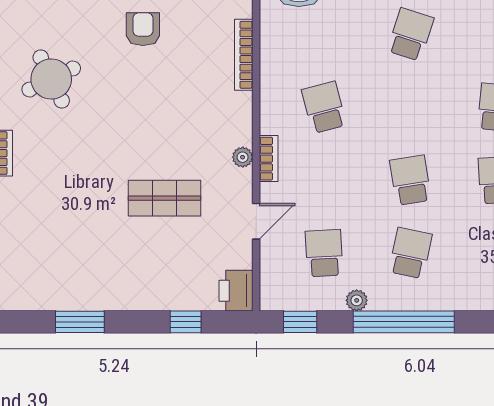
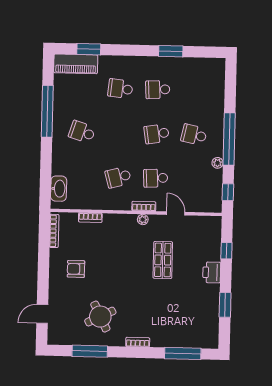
bookcase: (244, 55) -> (90, 218), width x0.64
school desk: (324, 253) -> (156, 178), moved
printer: (236, 291) -> (212, 272), moved, turned 90

